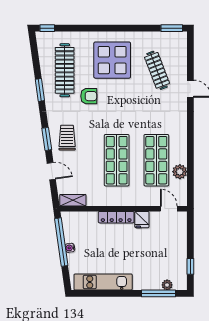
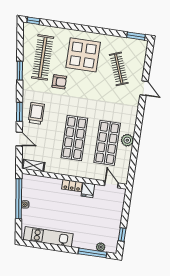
plant: (180, 172) -> (127, 140), moved
locker: (116, 217) -> (72, 186), width x0.66

